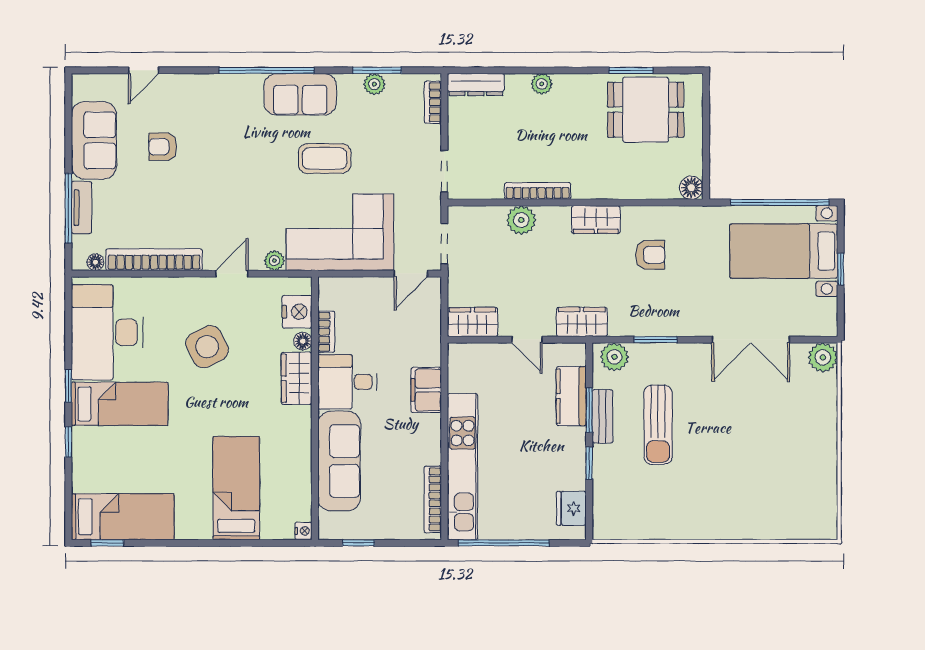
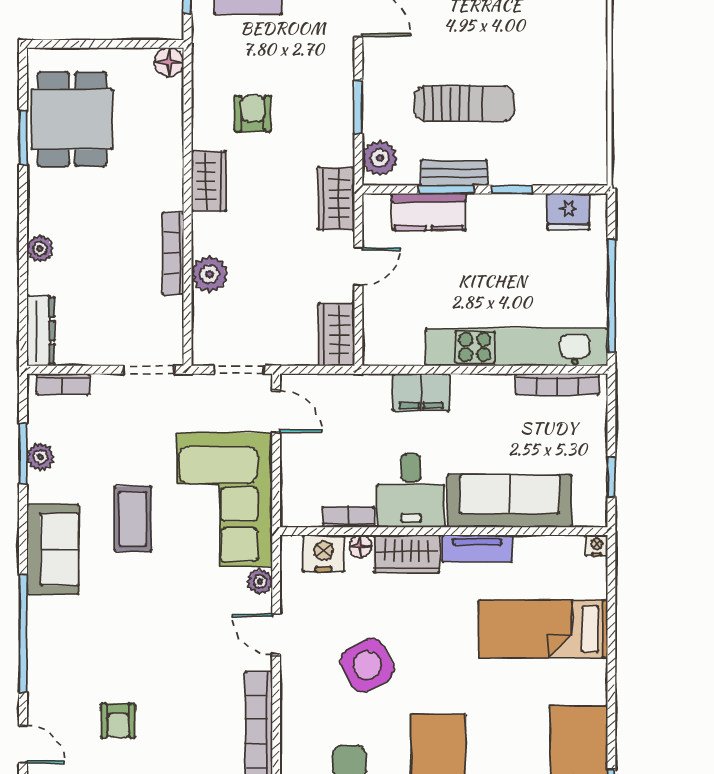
window: (267, 70) -> (23, 633), moved
tv unit: (301, 435) -> (477, 548), added

